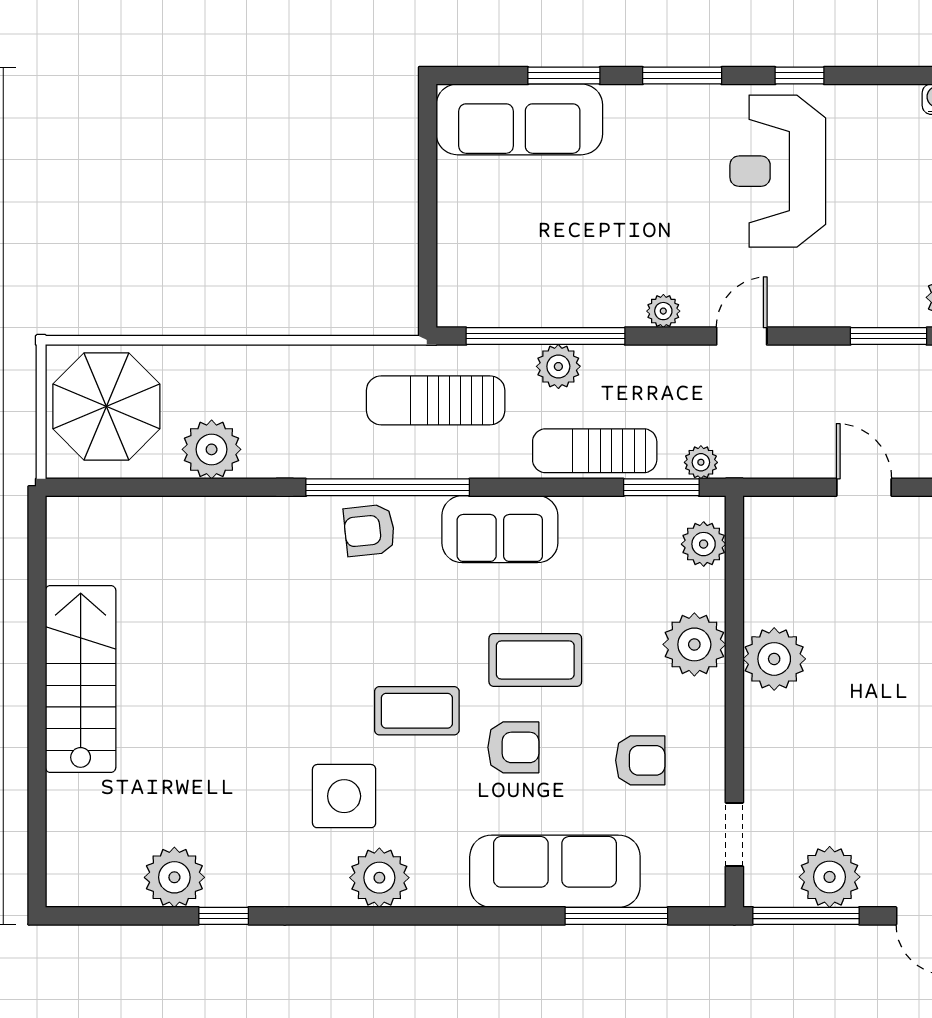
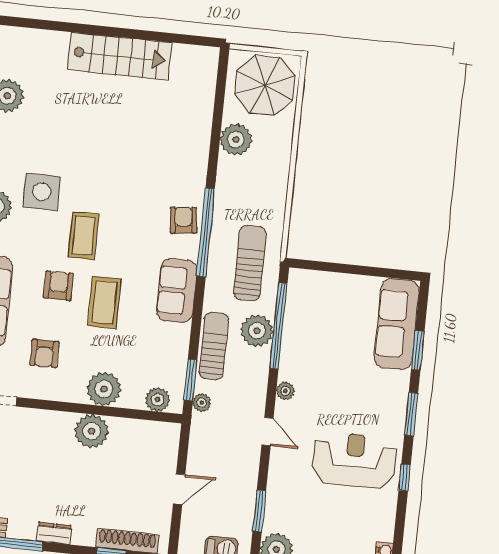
plant: (558, 366) -> (257, 331), width x1.36, depth x1.36
armchair: (513, 747) -> (58, 286), turned 180

